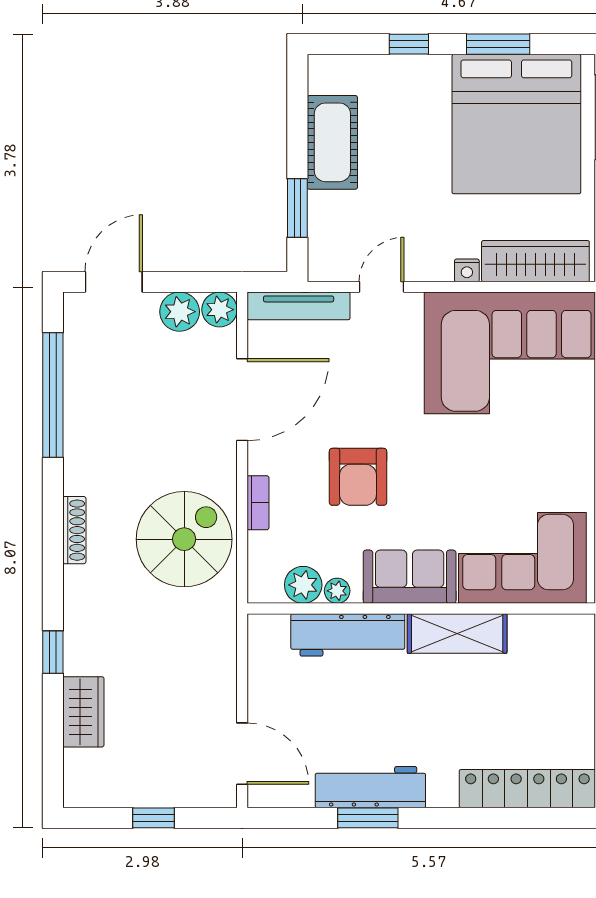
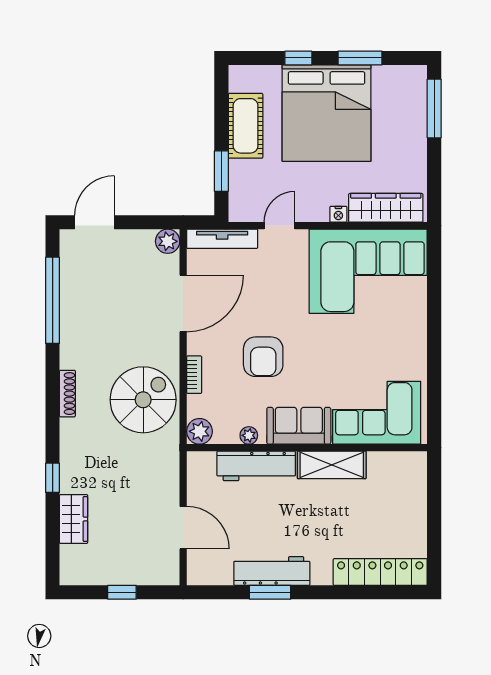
bed: (516, 124) -> (327, 113), moved
plant: (180, 312) -> (140, 243), removed
plant: (303, 585) -> (200, 431), moved
door: (242, 754) -> (183, 528), moved

